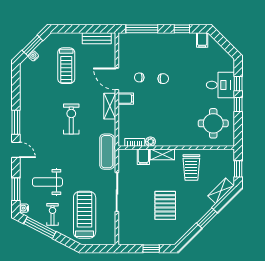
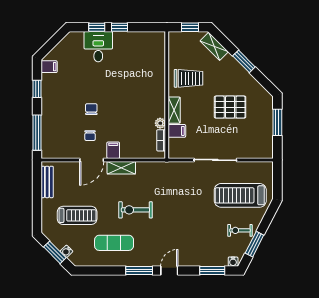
round table: (213, 123) -> (140, 55), removed
exercise mat: (107, 152) -> (114, 243), moved
weight bench: (47, 182) -> (204, 236), removed
window: (40, 228) -> (254, 244), width x0.69
window: (151, 249) -> (277, 122), width x1.50

